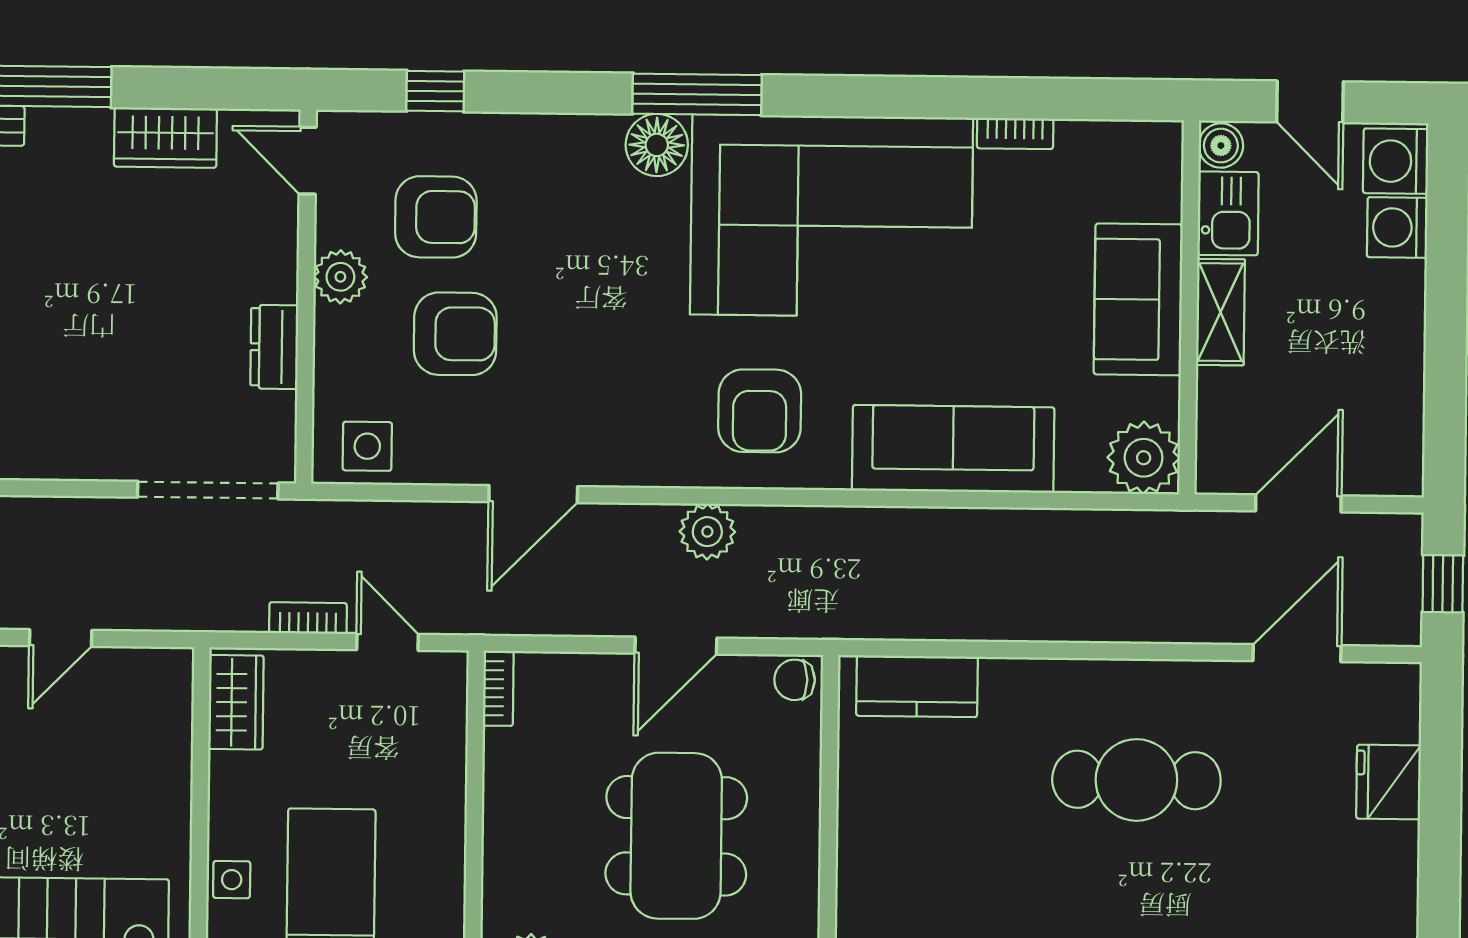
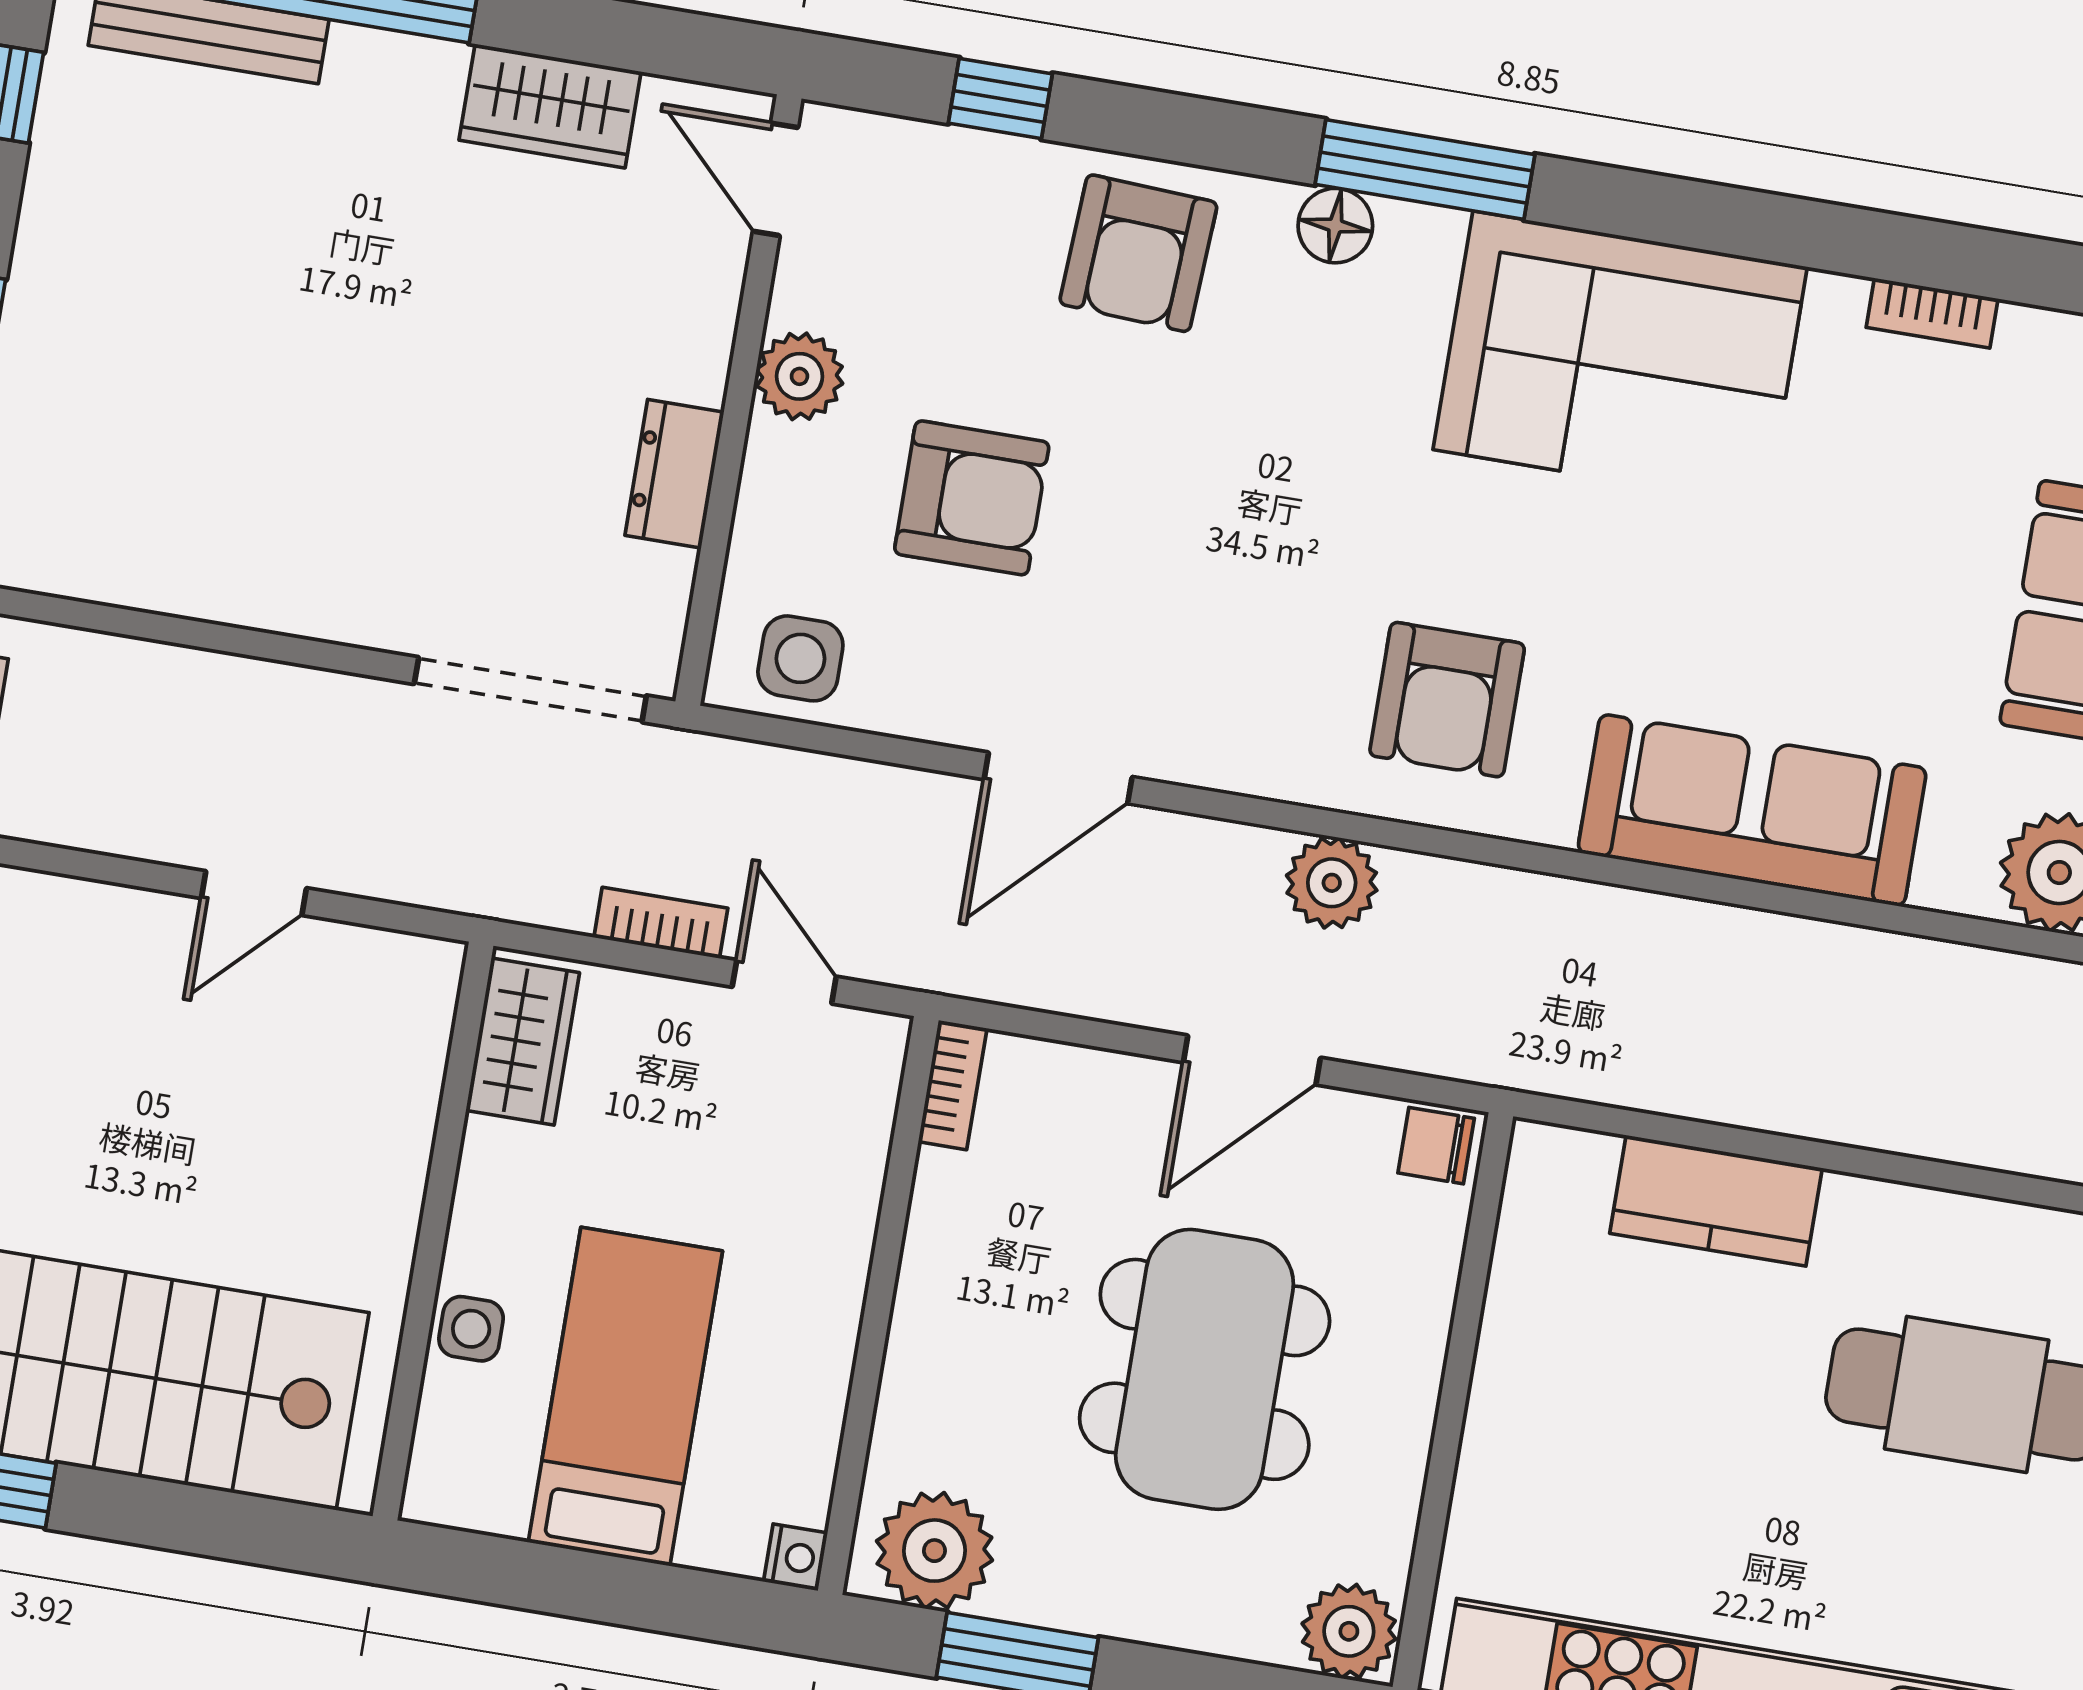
floor lamp: (657, 145) -> (1335, 226), width x0.73, depth x0.73
corner sofa: (831, 216) -> (1620, 358), width x0.73, depth x0.74
armchair: (436, 217) -> (1138, 253), moved, turned 93
kitchen counter: (917, 686) -> (1716, 1201), moved

